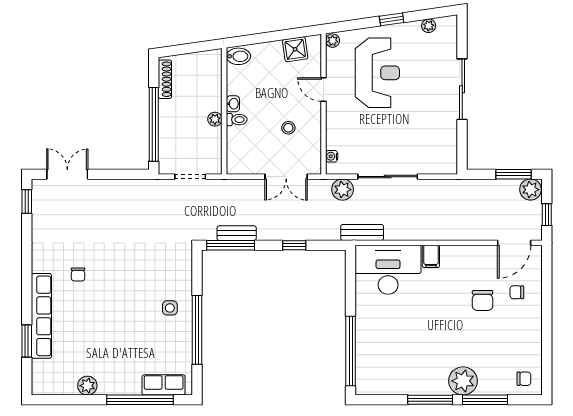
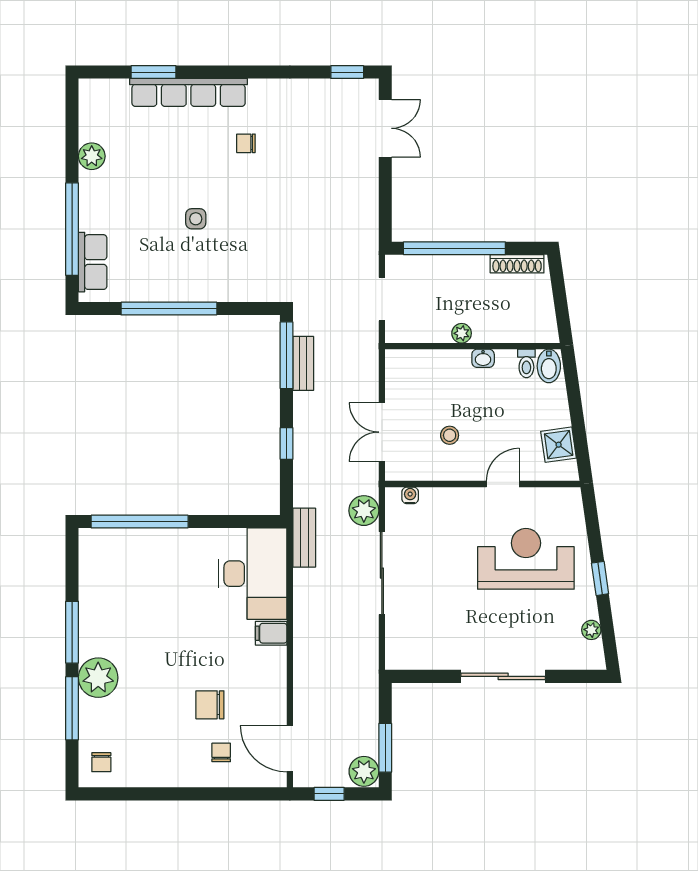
plant: (333, 41) -> (571, 497), removed
reception desk: (377, 73) -> (526, 559), turned 180
toilet: (237, 120) -> (526, 363), moved
side table: (170, 308) -> (196, 219), moved

